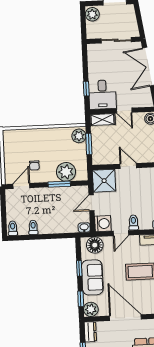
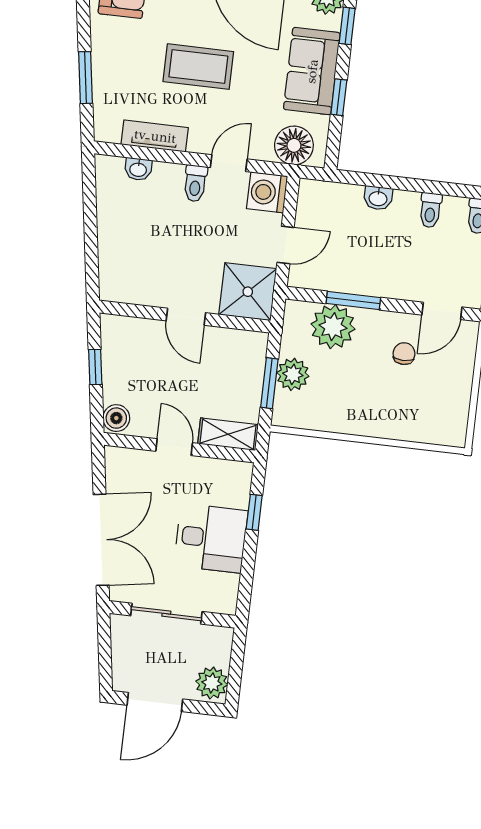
desk: (102, 95) -> (211, 538), moved, turned 90
plant: (79, 136) -> (293, 374), moved
washbasin: (84, 228) -> (378, 198), moved

